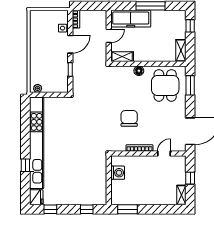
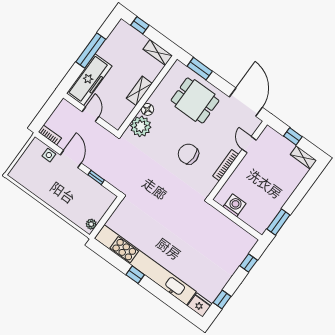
shelving: (122, 57) -> (139, 91), moved
plant: (125, 74) -> (141, 126), added
dining table: (165, 85) -> (195, 100), moved
window: (25, 165) -> (135, 275), moved

